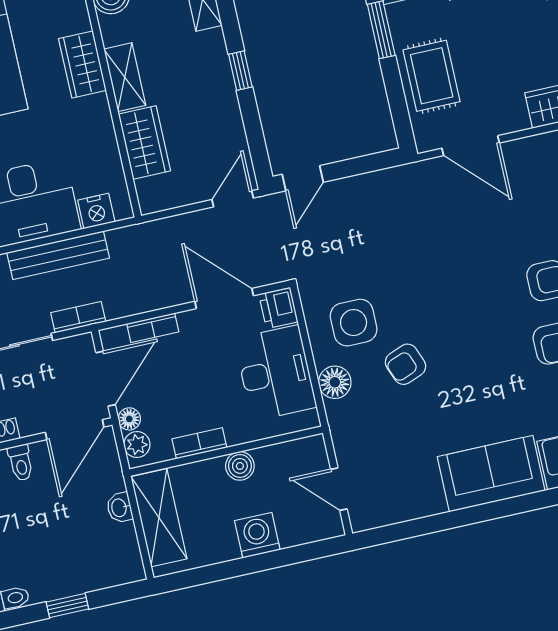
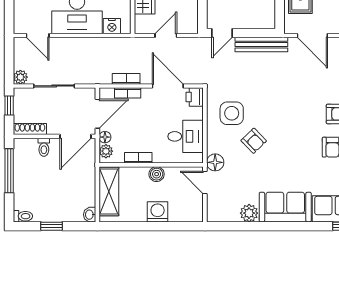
door: (233, 199) -> (166, 36), moved
bench: (58, 255) -> (261, 45), moved
bookcase: (78, 317) -> (126, 79), moved
armchair: (405, 364) -> (254, 141), turned -113
desk: (275, 373) -> (186, 136), width x0.73
floor lamp: (335, 382) -> (215, 162), moved
door: (339, 489) -> (205, 182), moved
plant: (427, 500) -> (249, 213), added
washbasin: (120, 508) -> (90, 215), moved

